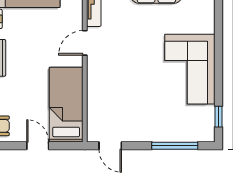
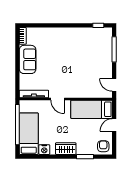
corner sofa: (190, 69) -> (72, 41), removed
door: (110, 146) -> (114, 85), swing flipped

